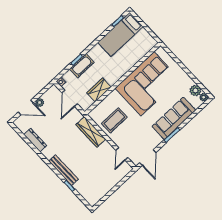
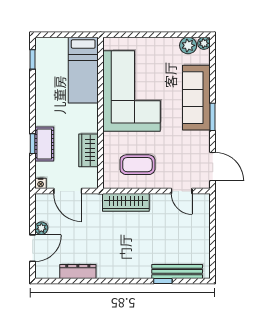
bed: (120, 34) -> (83, 70), moved
coffee table: (114, 120) -> (137, 165), turned 90
bench: (63, 170) -> (177, 271), moved

